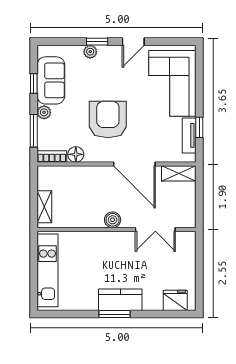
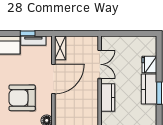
boiler: (113, 220) -> (93, 94), removed
kitchen counter: (108, 241) -> (108, 97), added
fridge: (175, 300) -> (149, 64), moved

